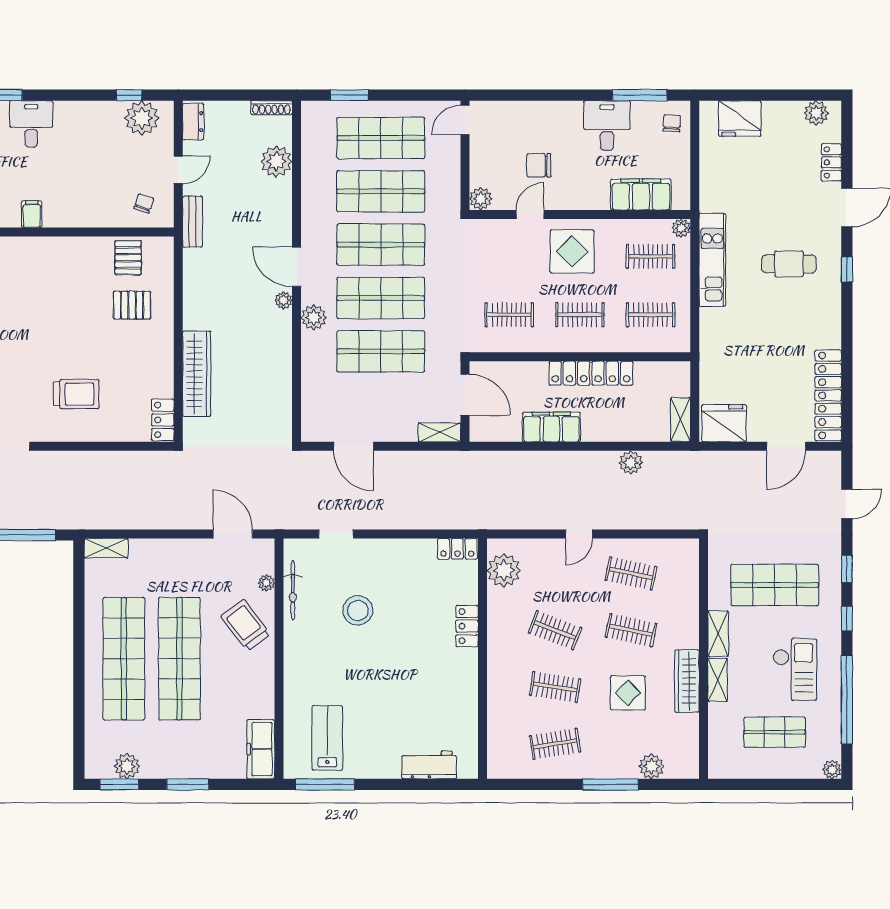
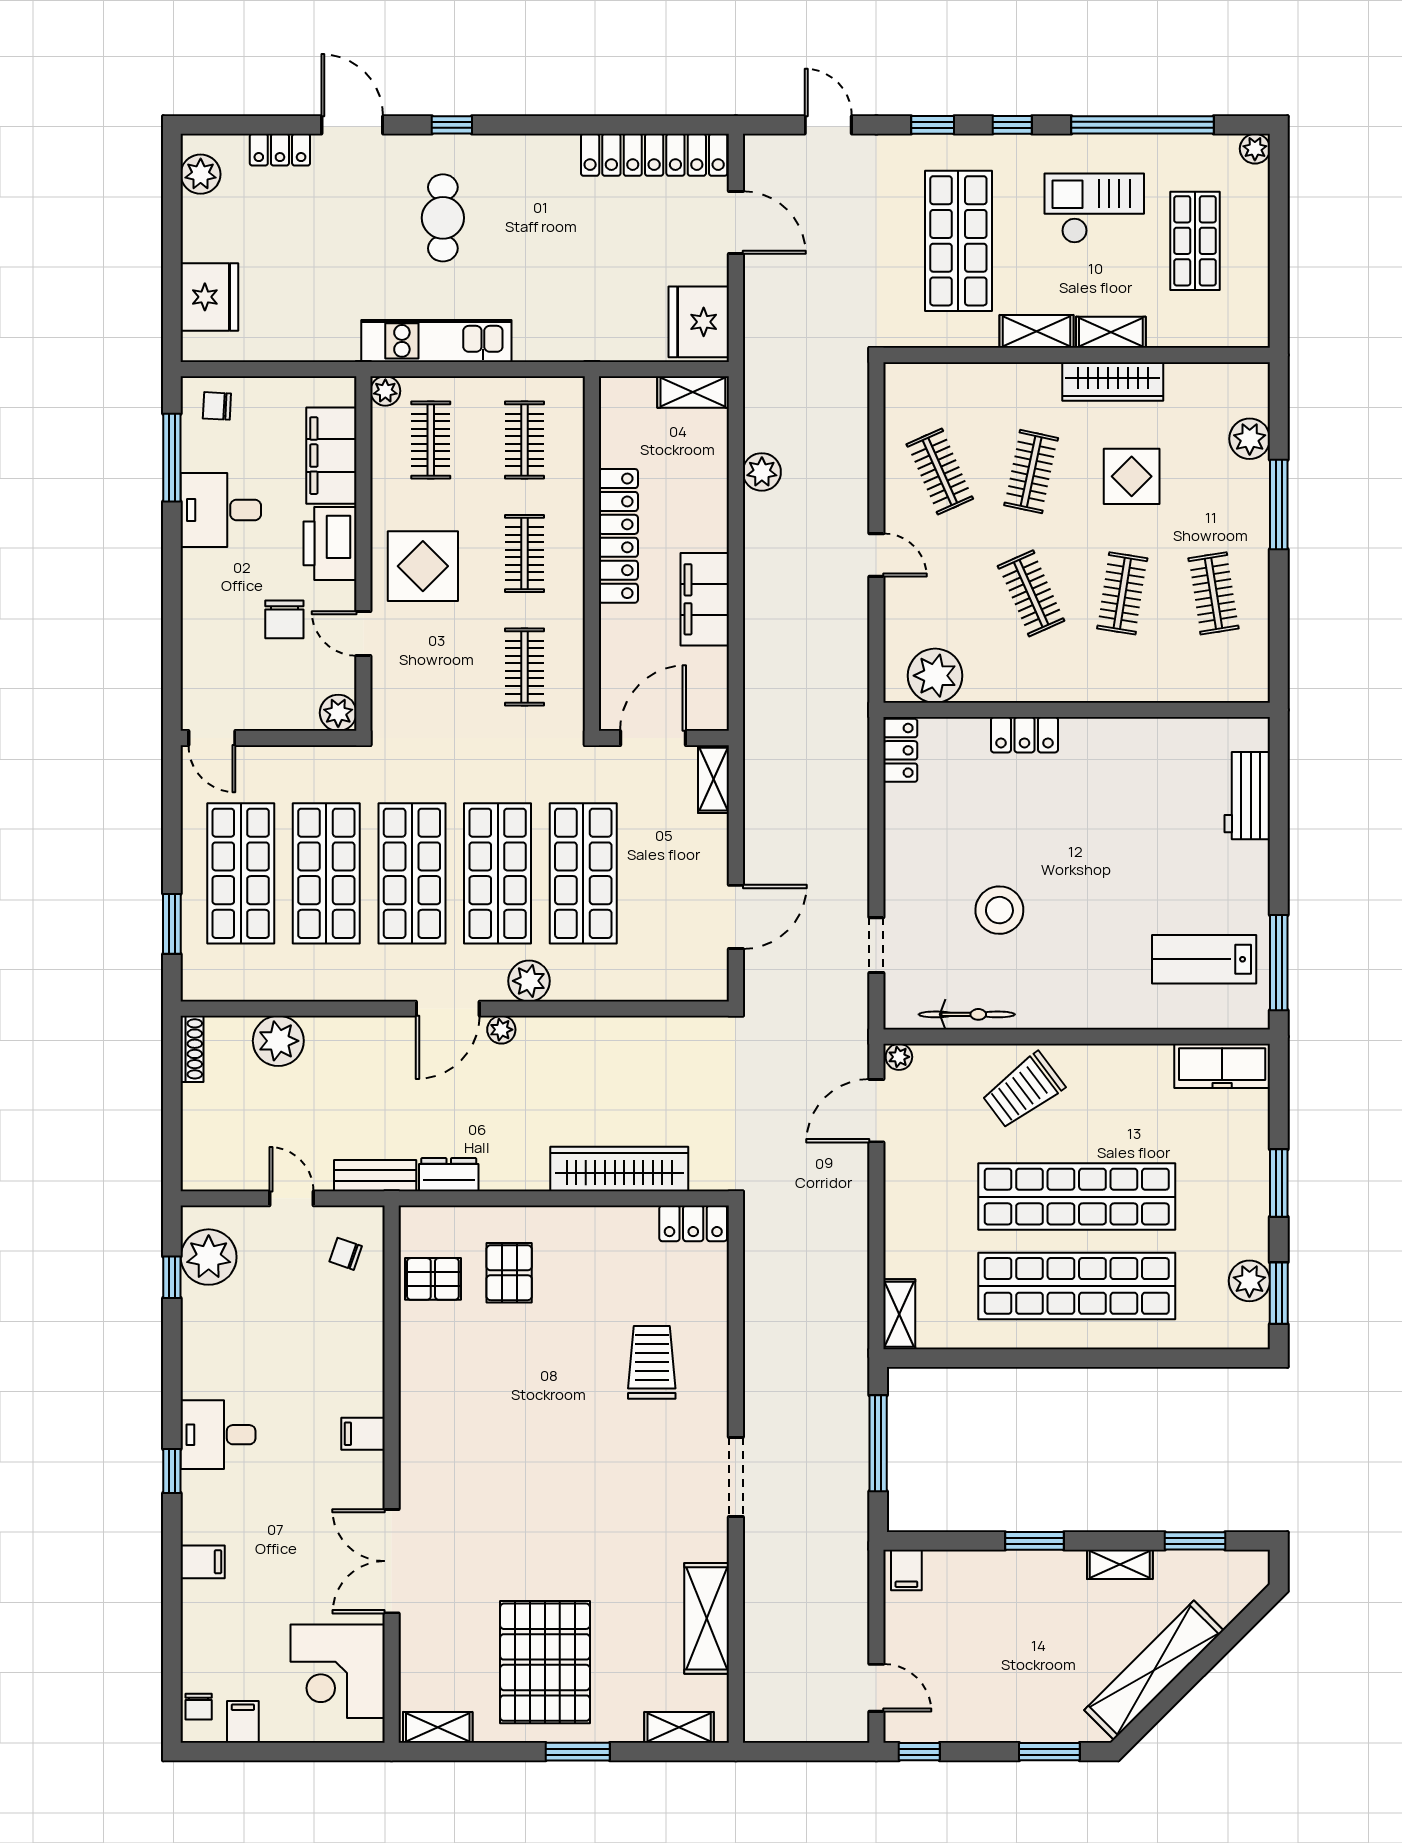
dresser: (193, 122) -> (449, 1175), moved
printer: (586, 194) -> (330, 543), added
clothes rail: (631, 573) -> (940, 472), turned -36
plant: (266, 583) -> (899, 1057), moved
clothes rail: (555, 630) -> (1031, 593), turned -45

